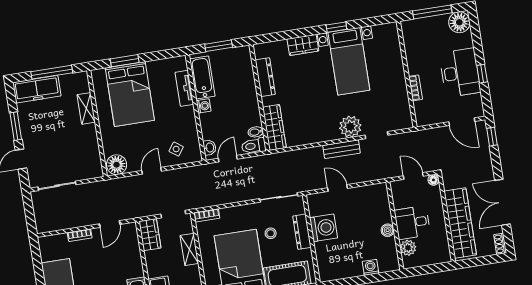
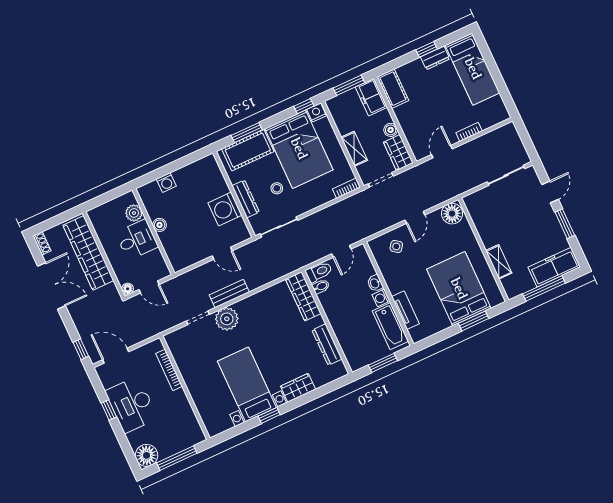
bookcase: (415, 88) -> (169, 370), width x1.56
washbasin: (209, 148) -> (375, 283), moved
boiler: (151, 257) -> (391, 130), added

